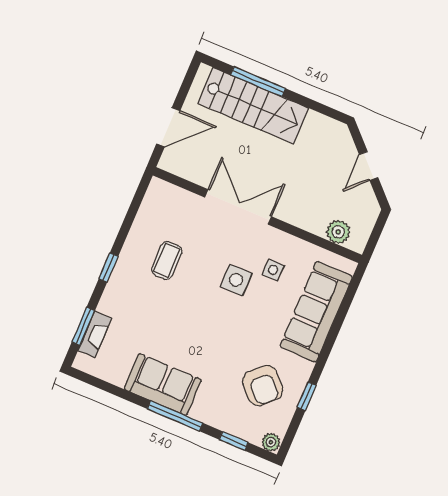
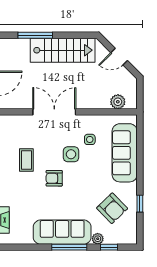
stairs: (253, 106) -> (63, 50), moved
door: (369, 166) -> (119, 57), hinge flipped
armchair: (196, 305) -> (54, 178), added
sofa: (163, 384) -> (62, 232), width x1.36
plant: (271, 442) -> (98, 239), moved

